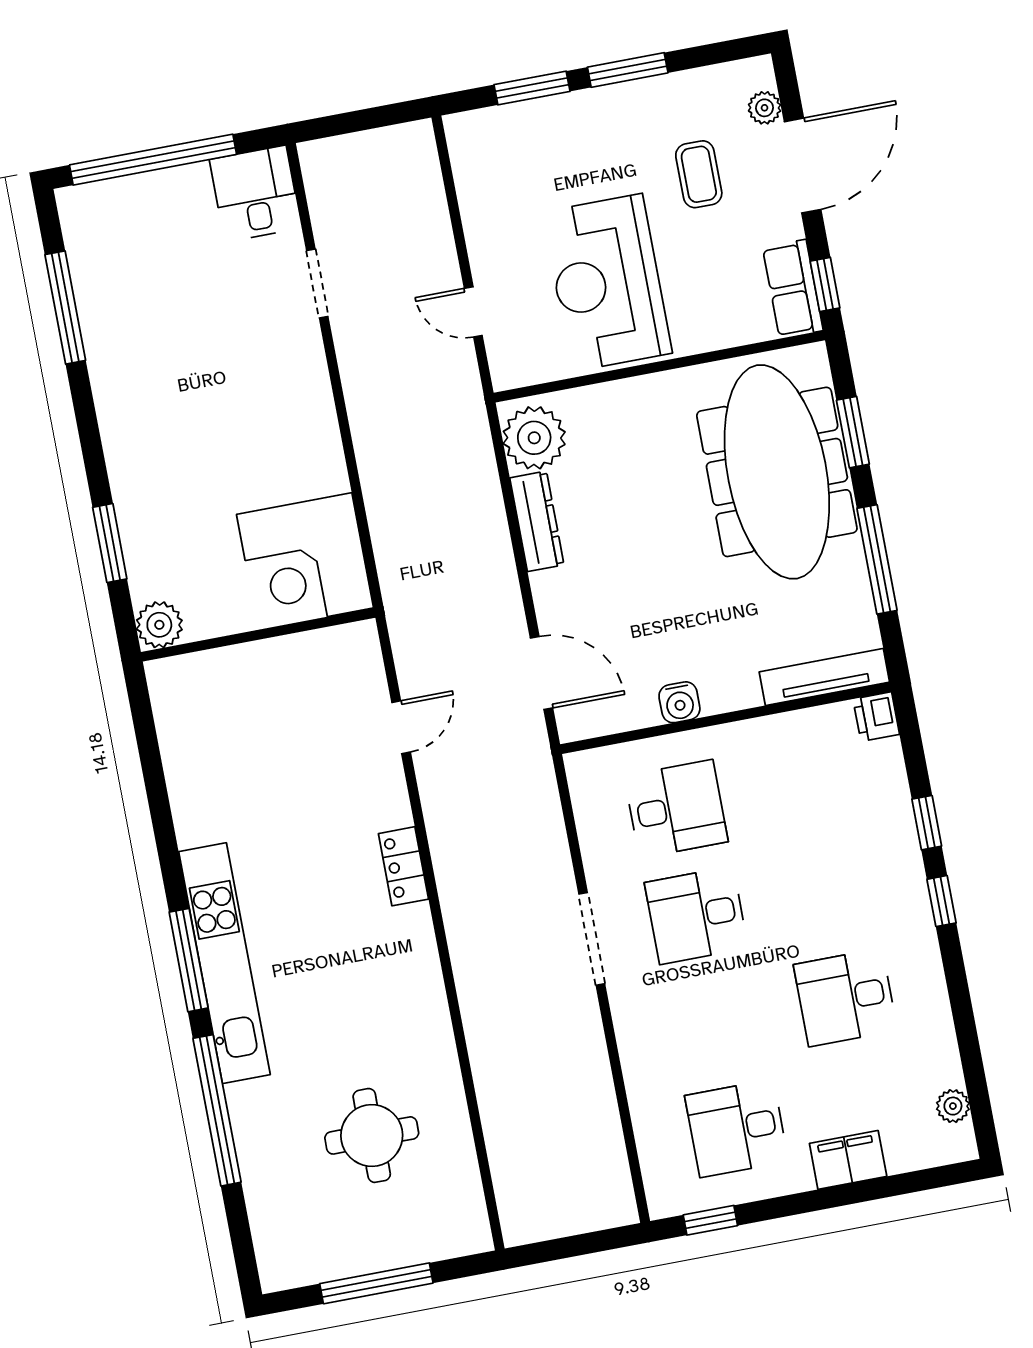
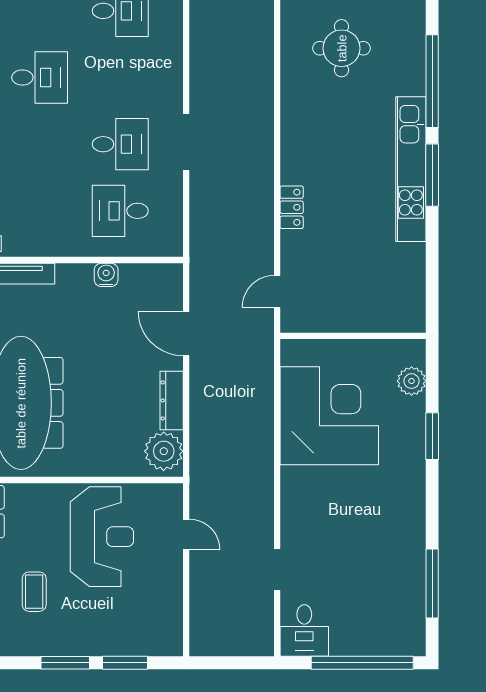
corner desk: (305, 561) -> (329, 416), width x1.36, depth x1.36
wall: (258, 635) -> (353, 336), moved
door: (542, 673) -> (186, 333), moved

